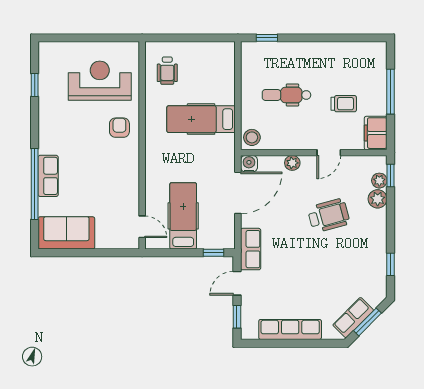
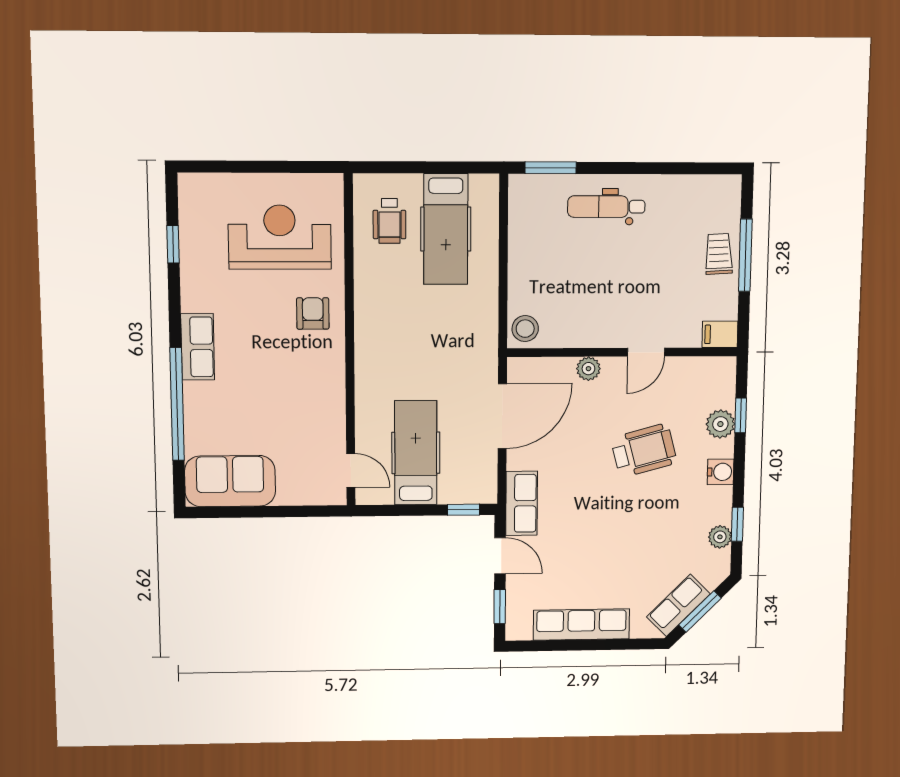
window: (267, 38) -> (551, 168), width x1.50
dental chair: (286, 95) -> (606, 207), moved
trolley: (344, 104) -> (719, 254), moved, turned -93
hospital bed: (201, 119) -> (446, 229), moved, turned -90
filing cabinet: (376, 133) -> (720, 334), width x0.50
water cooler: (249, 164) -> (721, 472), moved, turned 90
window: (391, 175) -> (741, 415), moved
row of seats: (48, 176) -> (198, 347), moved
plant: (379, 181) -> (720, 537), moved
door: (237, 283) -> (500, 556), swing flipped

